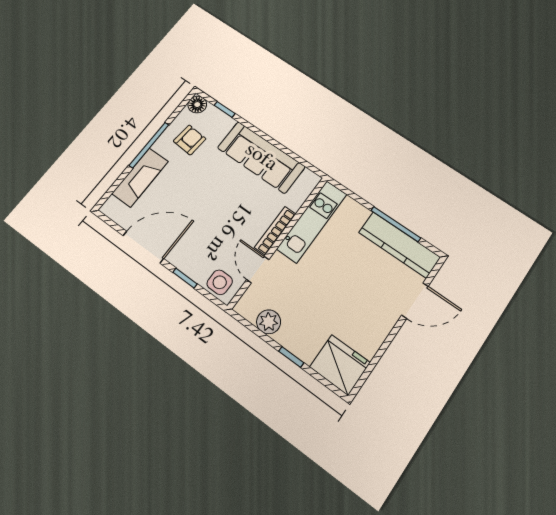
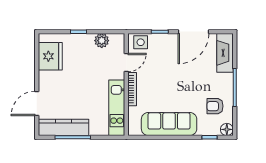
armchair: (190, 140) -> (215, 106), turned 85
fireplace: (140, 177) -> (225, 53), moved
door: (258, 270) -> (126, 63), hinge flipped
fridge: (340, 365) -> (50, 56), moved, turned -90

